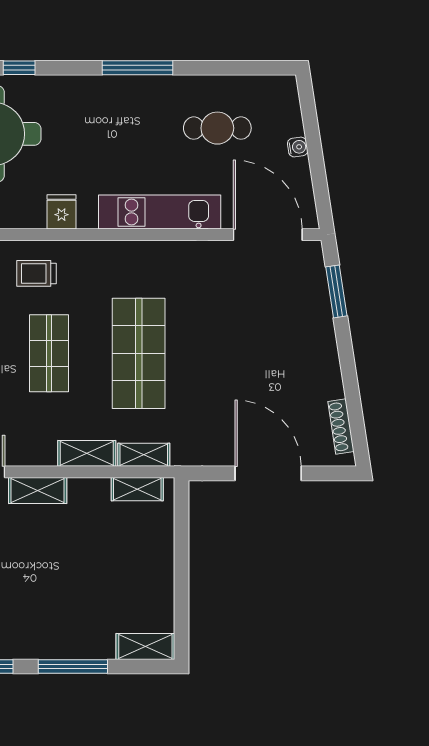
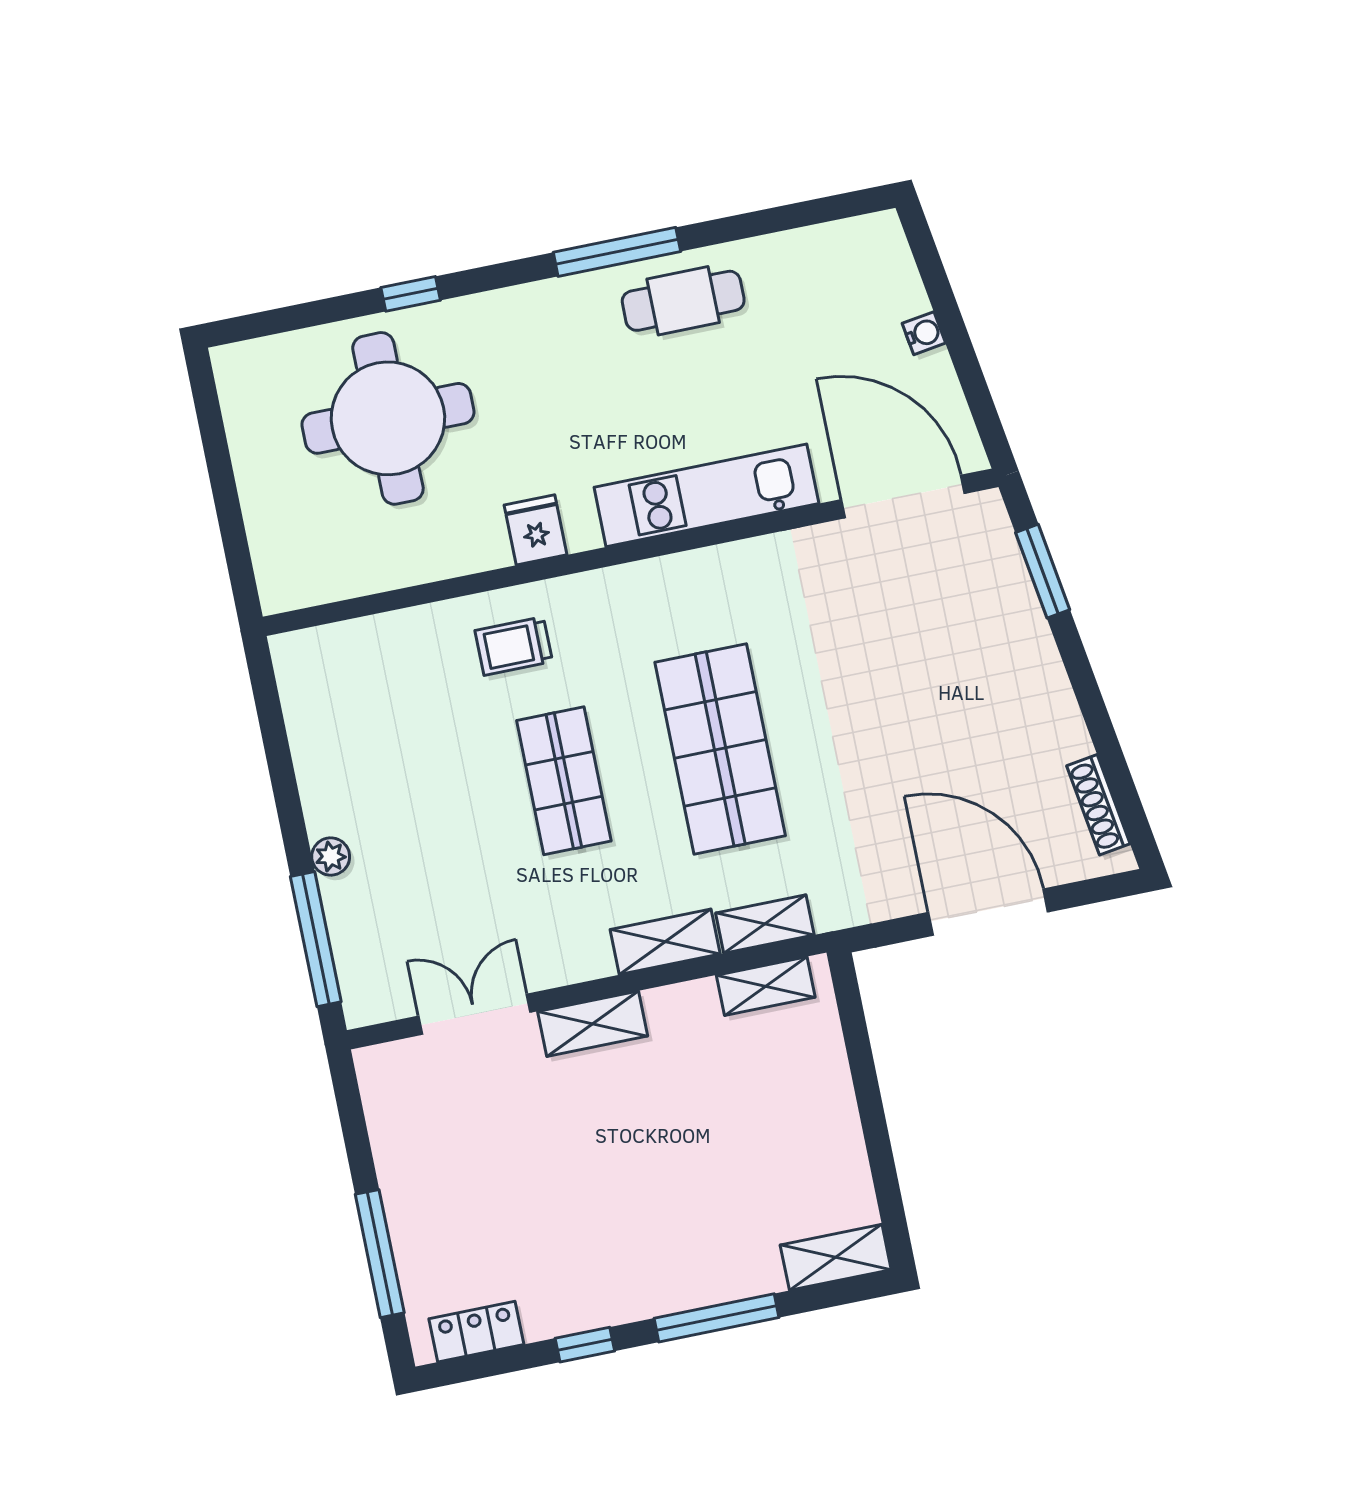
cafe table: (217, 128) -> (683, 301), moved

